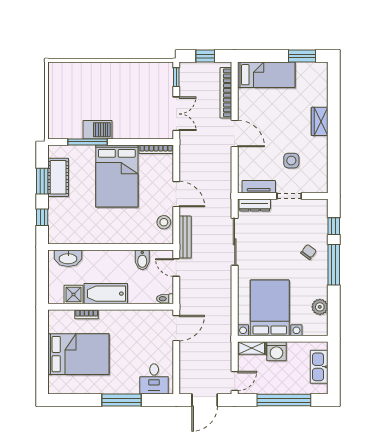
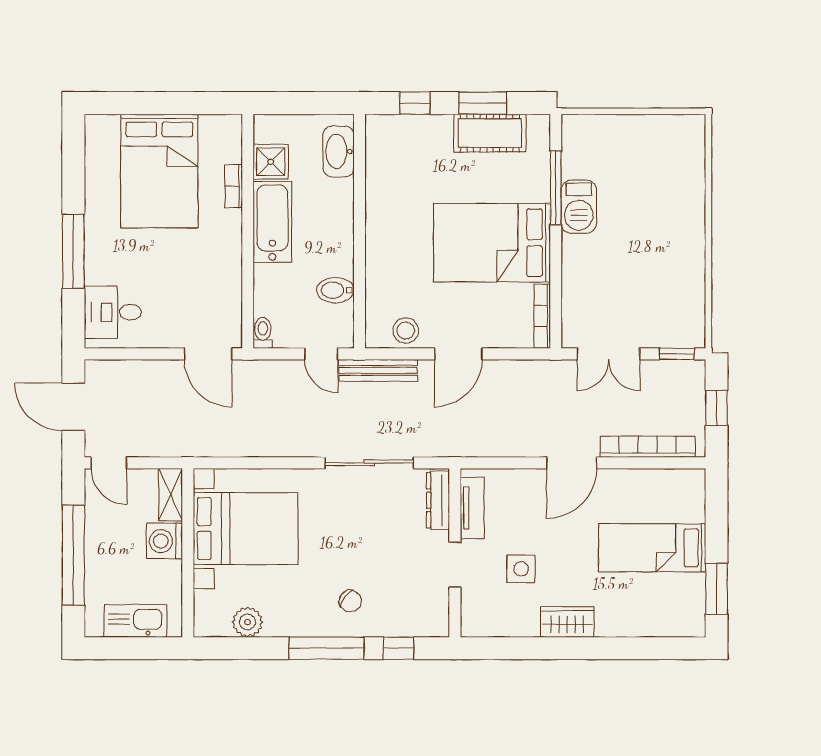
bed: (266, 75) -> (652, 548), moved, turned 90
wardrobe: (320, 121) -> (567, 622), moved
door: (176, 268) -> (321, 354), swing flipped

